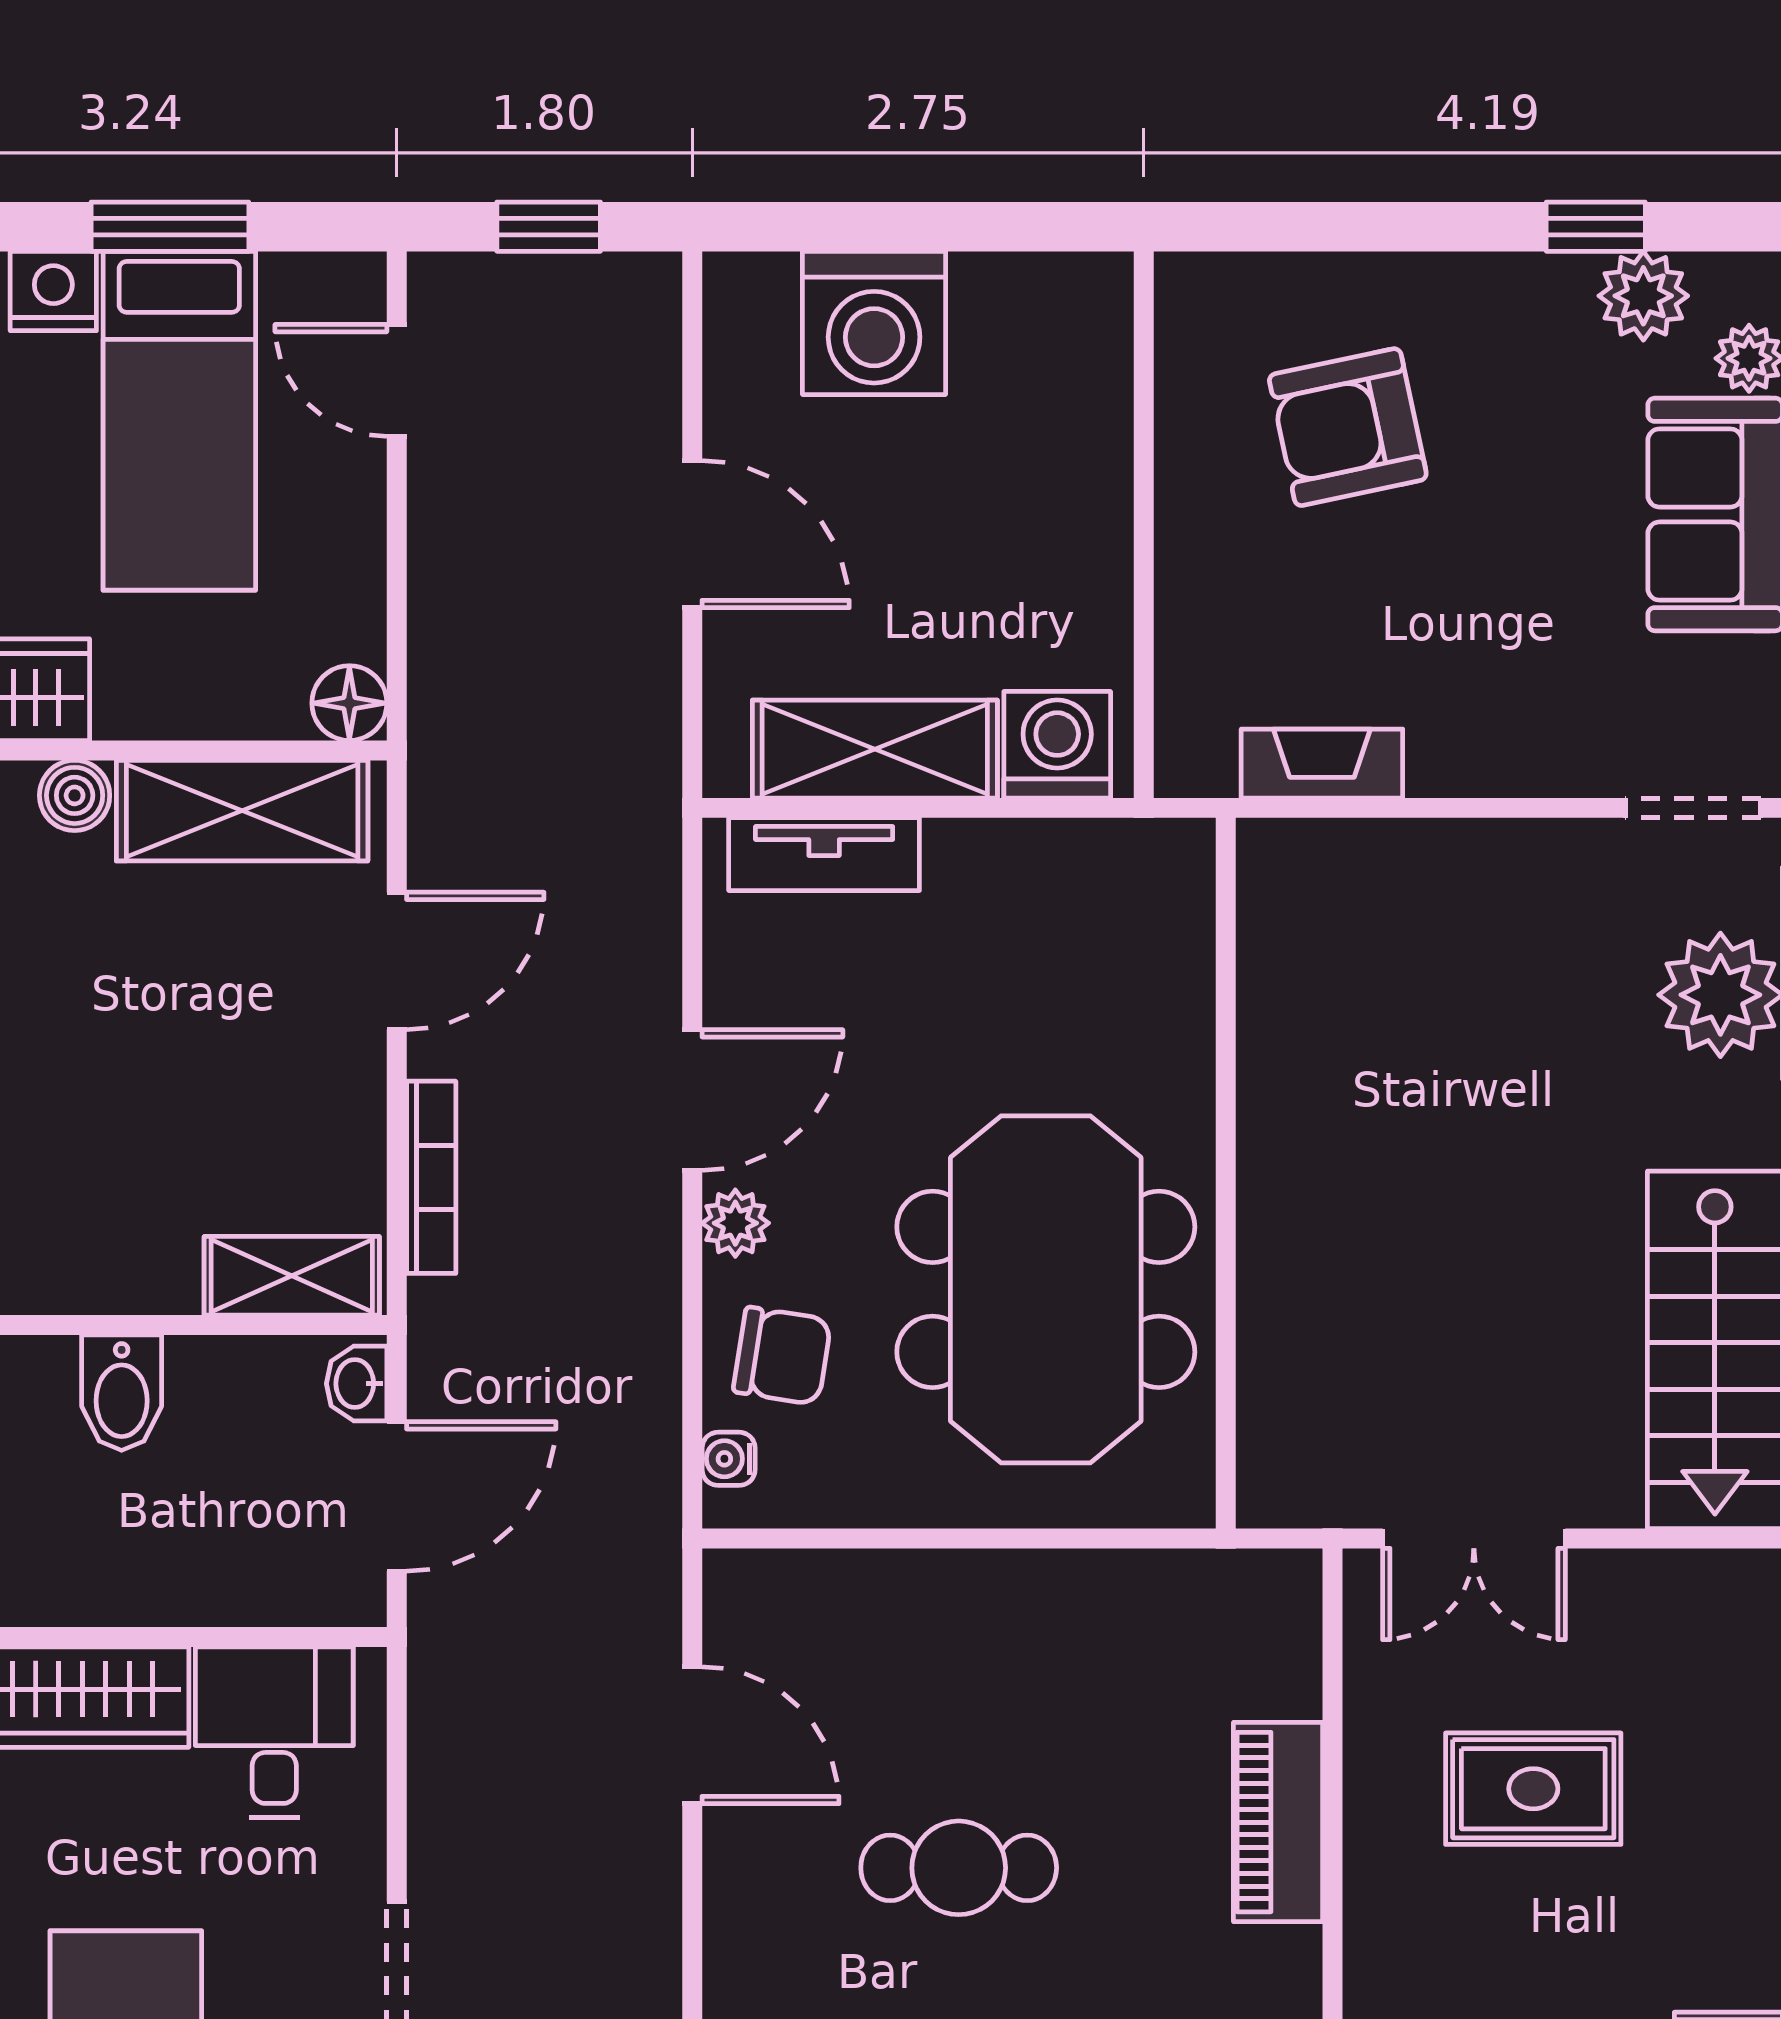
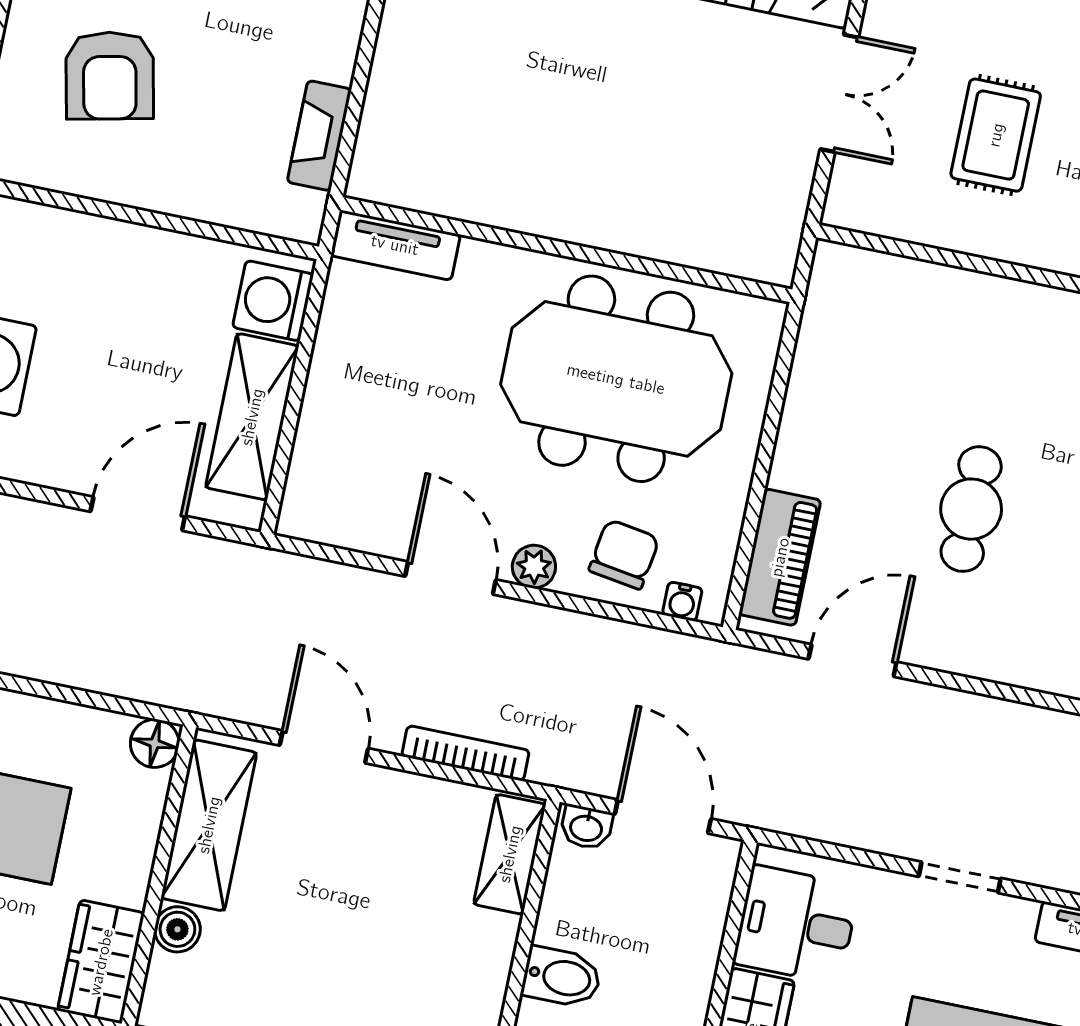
door: (692, 534) -> (138, 514), moved
tv unit: (824, 854) -> (395, 245), moved, turned 90
double door: (1474, 1538) -> (839, 93), moved
piano: (1278, 1822) -> (780, 557), moved, turned -90

